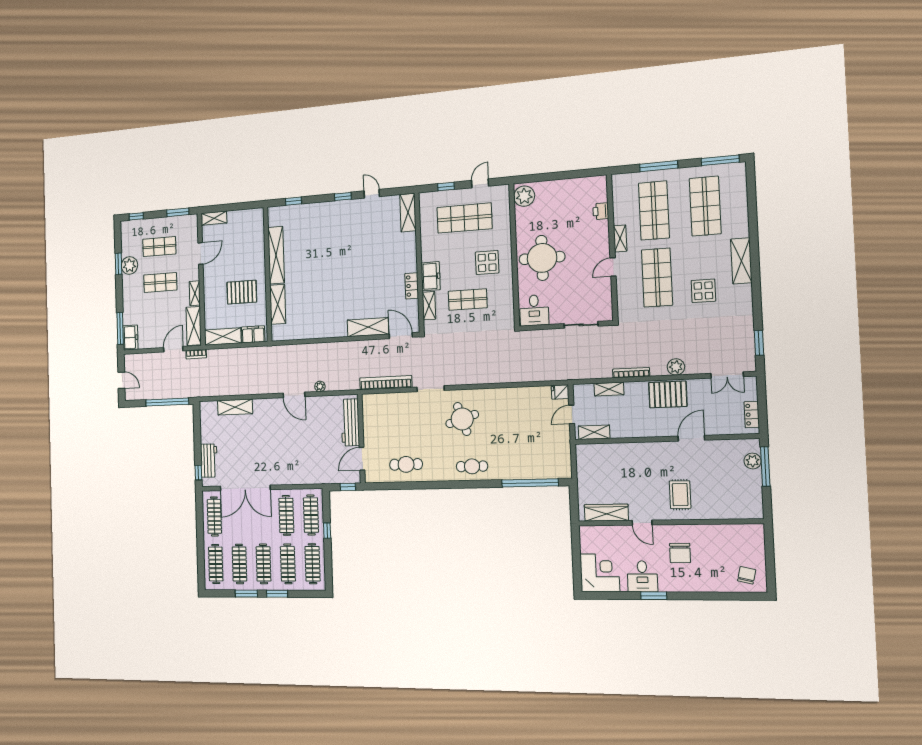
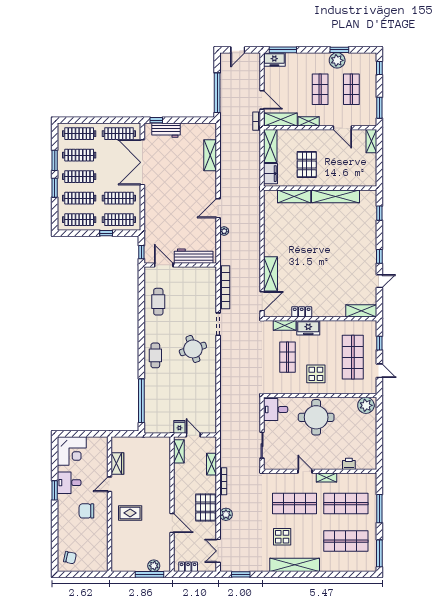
shelving: (741, 261) -> (295, 565), width x1.47
fridge: (560, 392) -> (179, 427), moved
wardrobe: (606, 513) -> (117, 463), width x0.67

